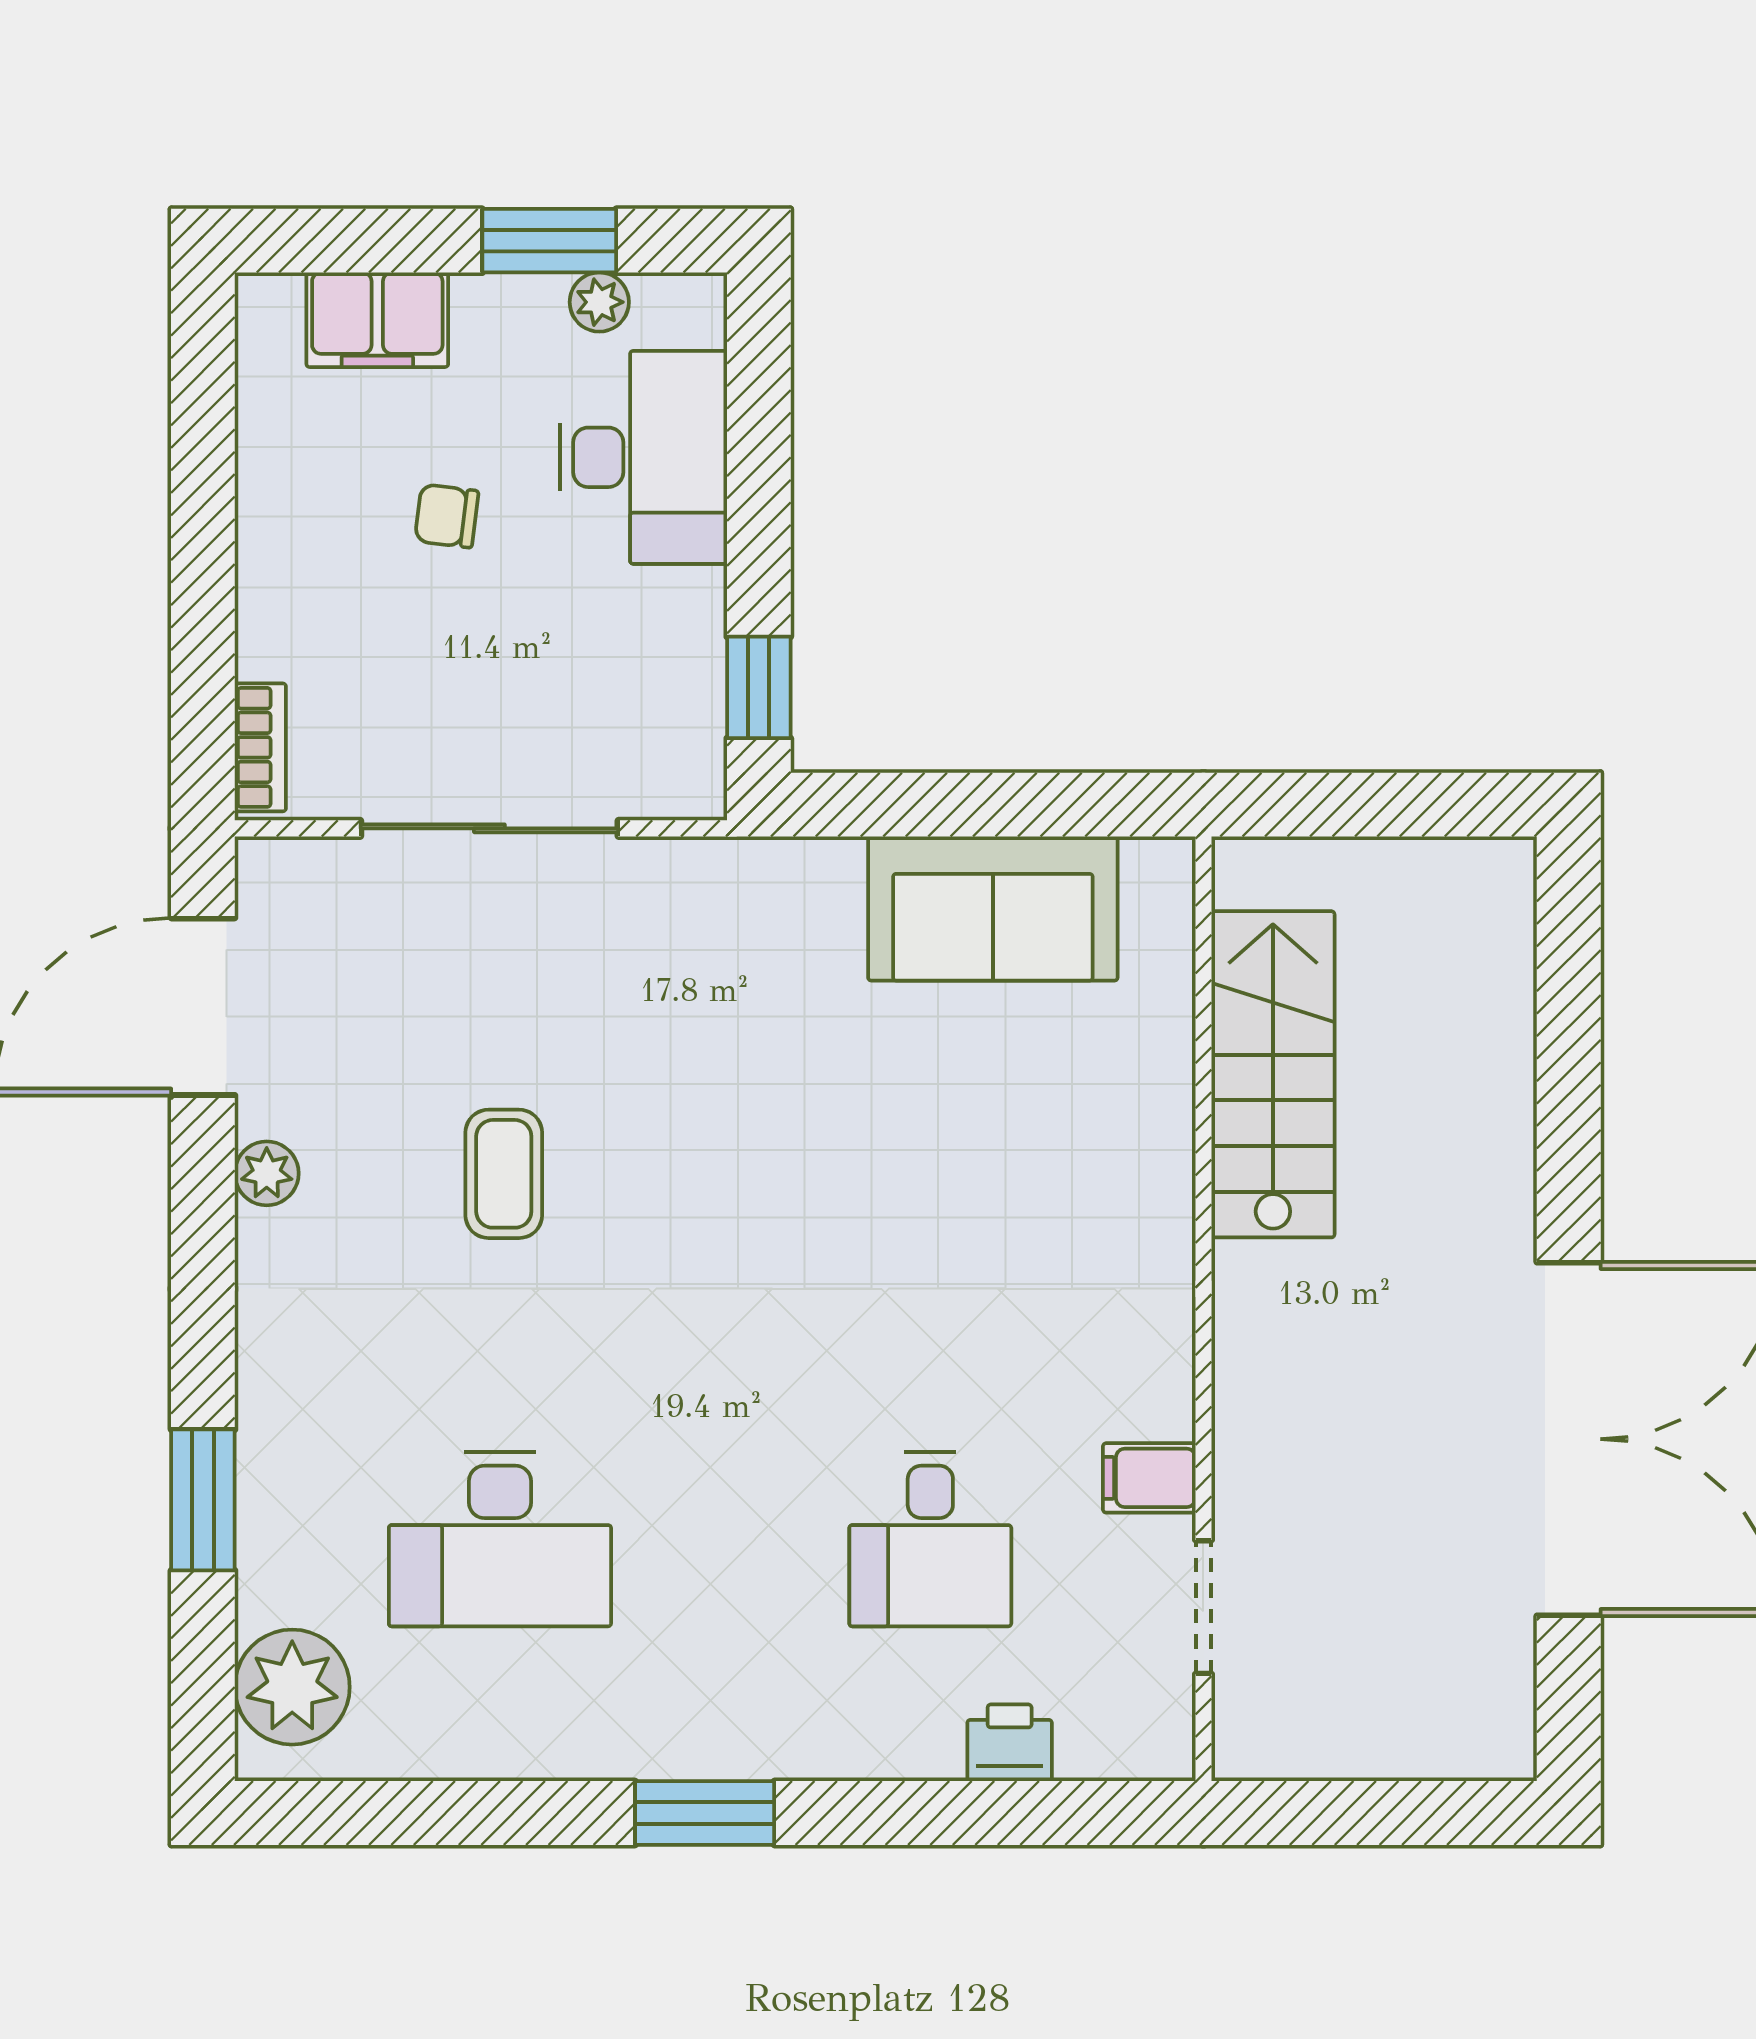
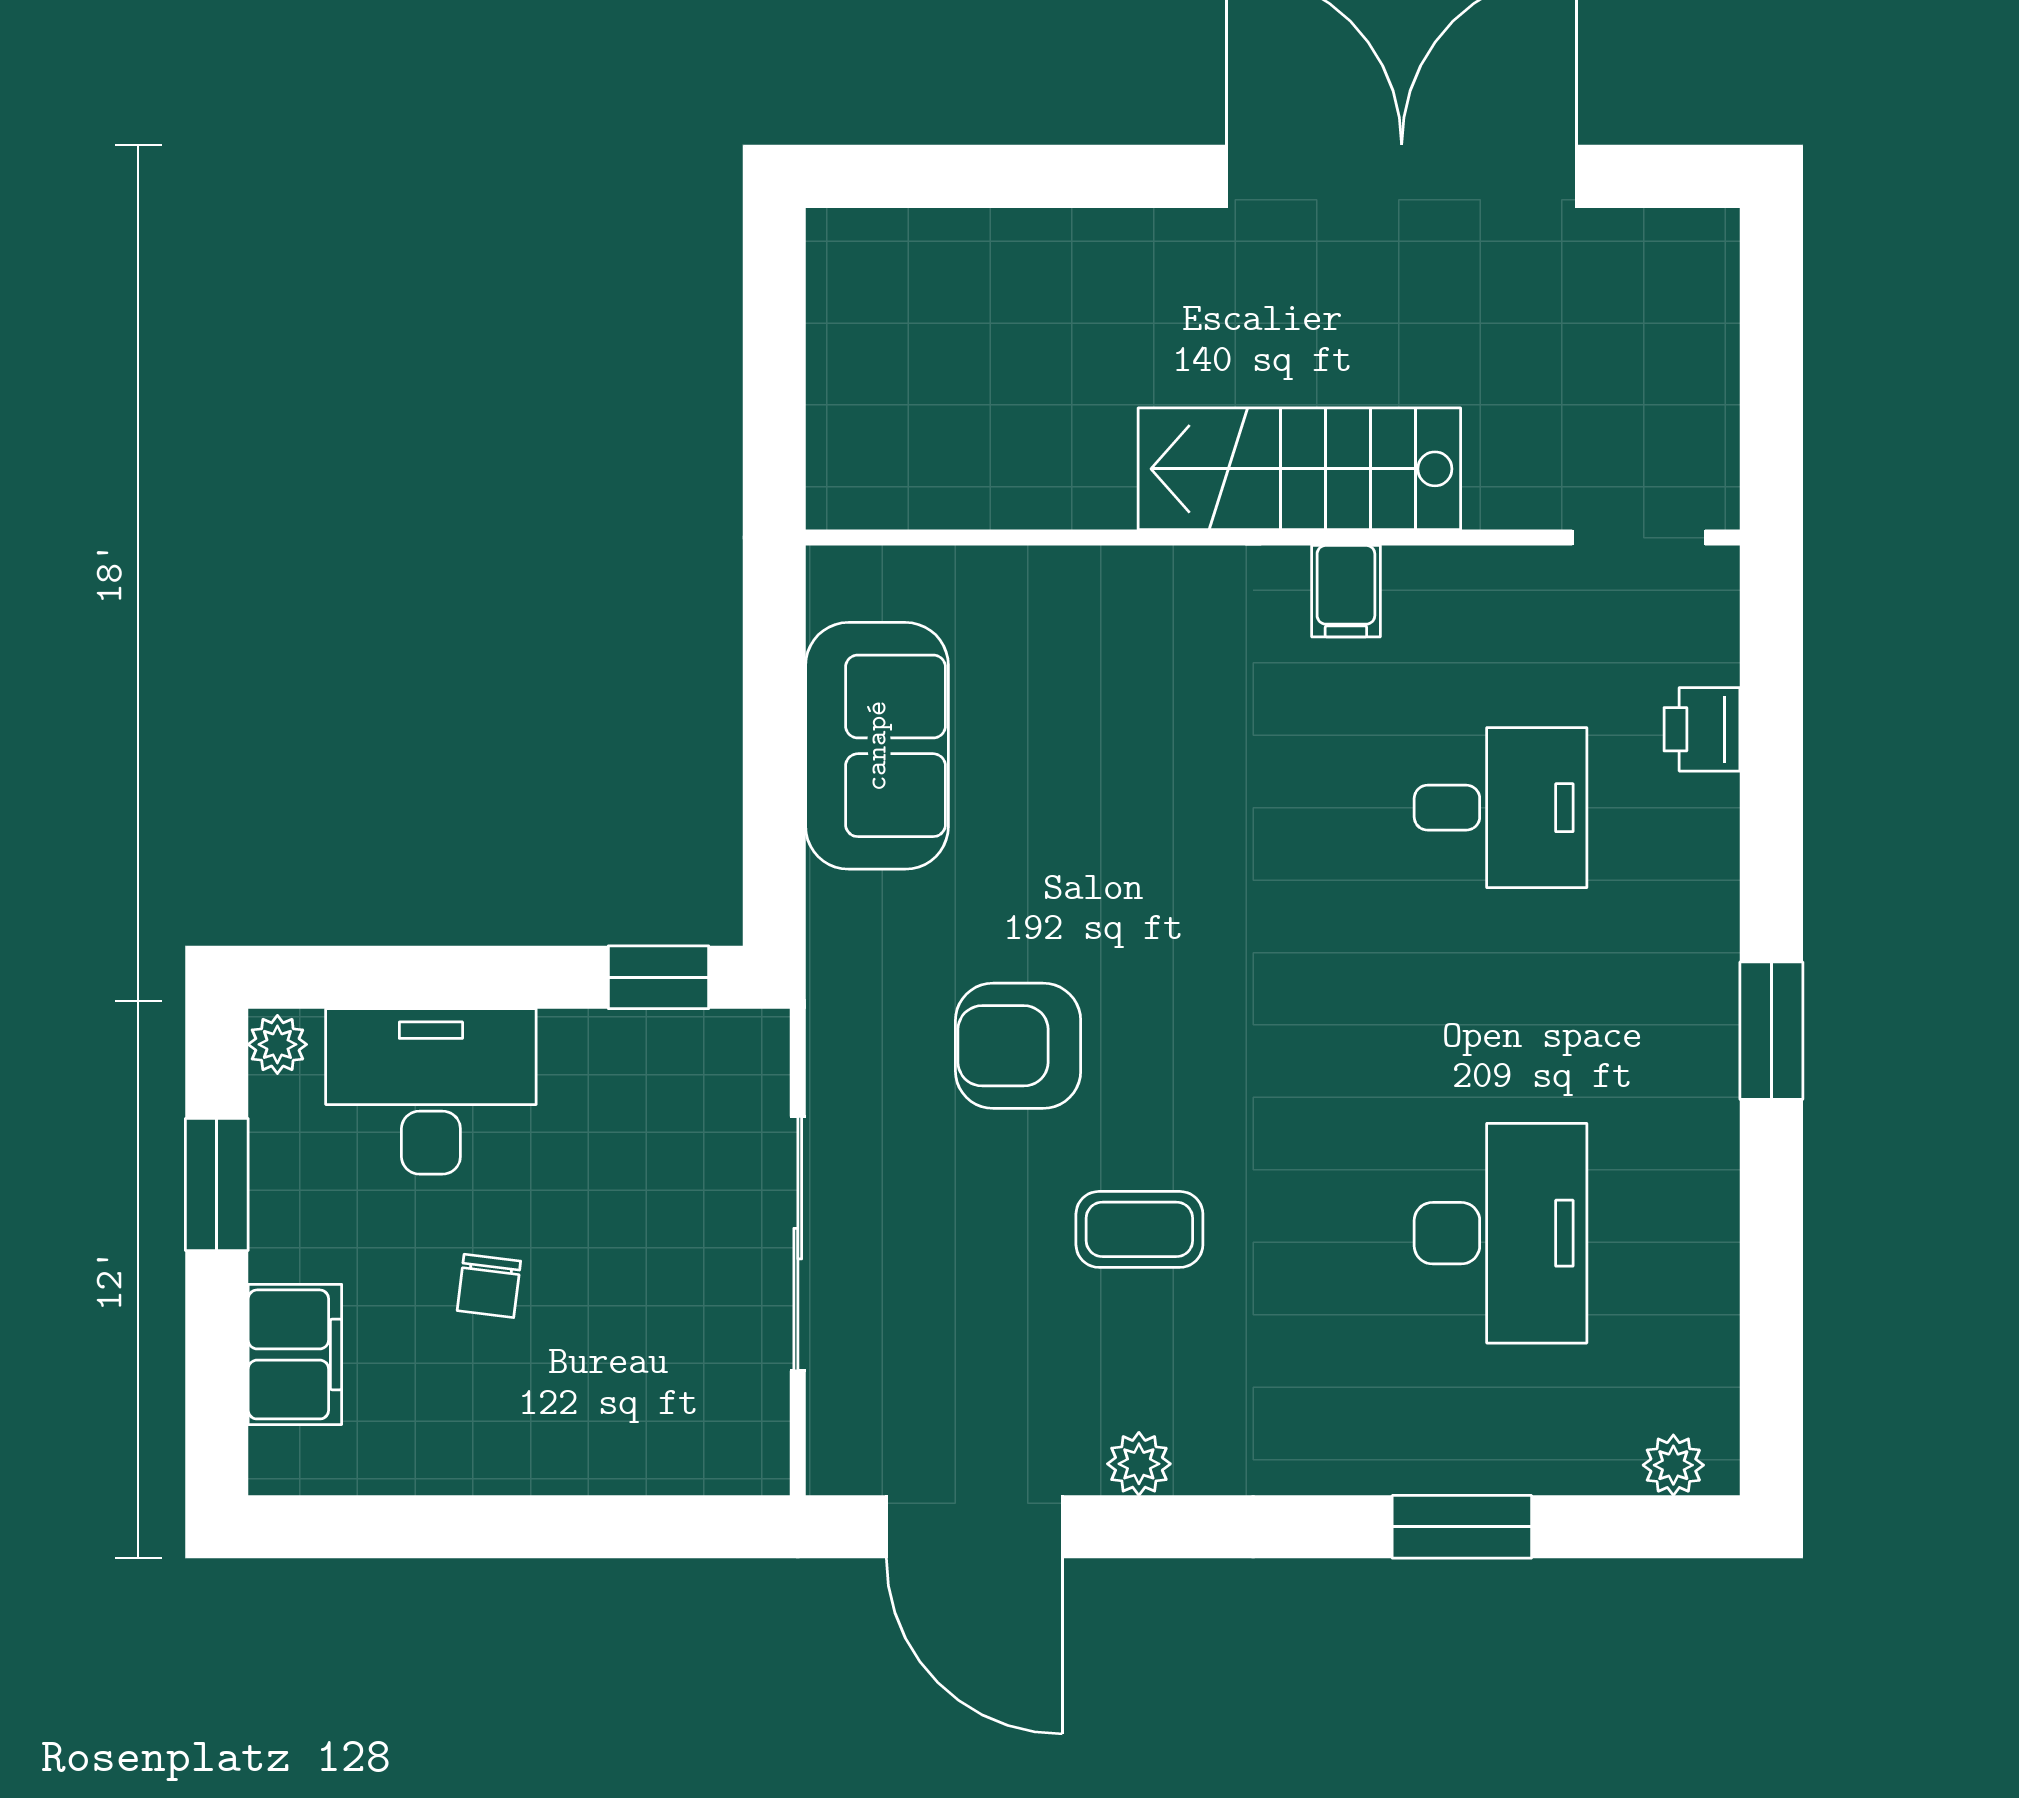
plant: (599, 302) -> (277, 1044), moved
bookcase: (260, 747) -> (718, 1470), removed
armchair: (689, 1051) -> (1018, 1046), added
stairs: (1273, 1074) -> (1299, 469), moved
filing cabinet: (1149, 1478) -> (1346, 591), moved
doorway: (1203, 1607) -> (1639, 538), moved
plant: (292, 1687) -> (1673, 1465), width x0.53, depth x0.53

